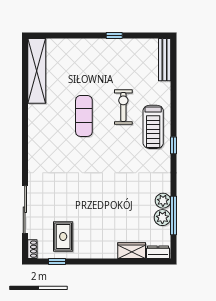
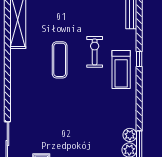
window: (173, 145) -> (139, 59), moved

